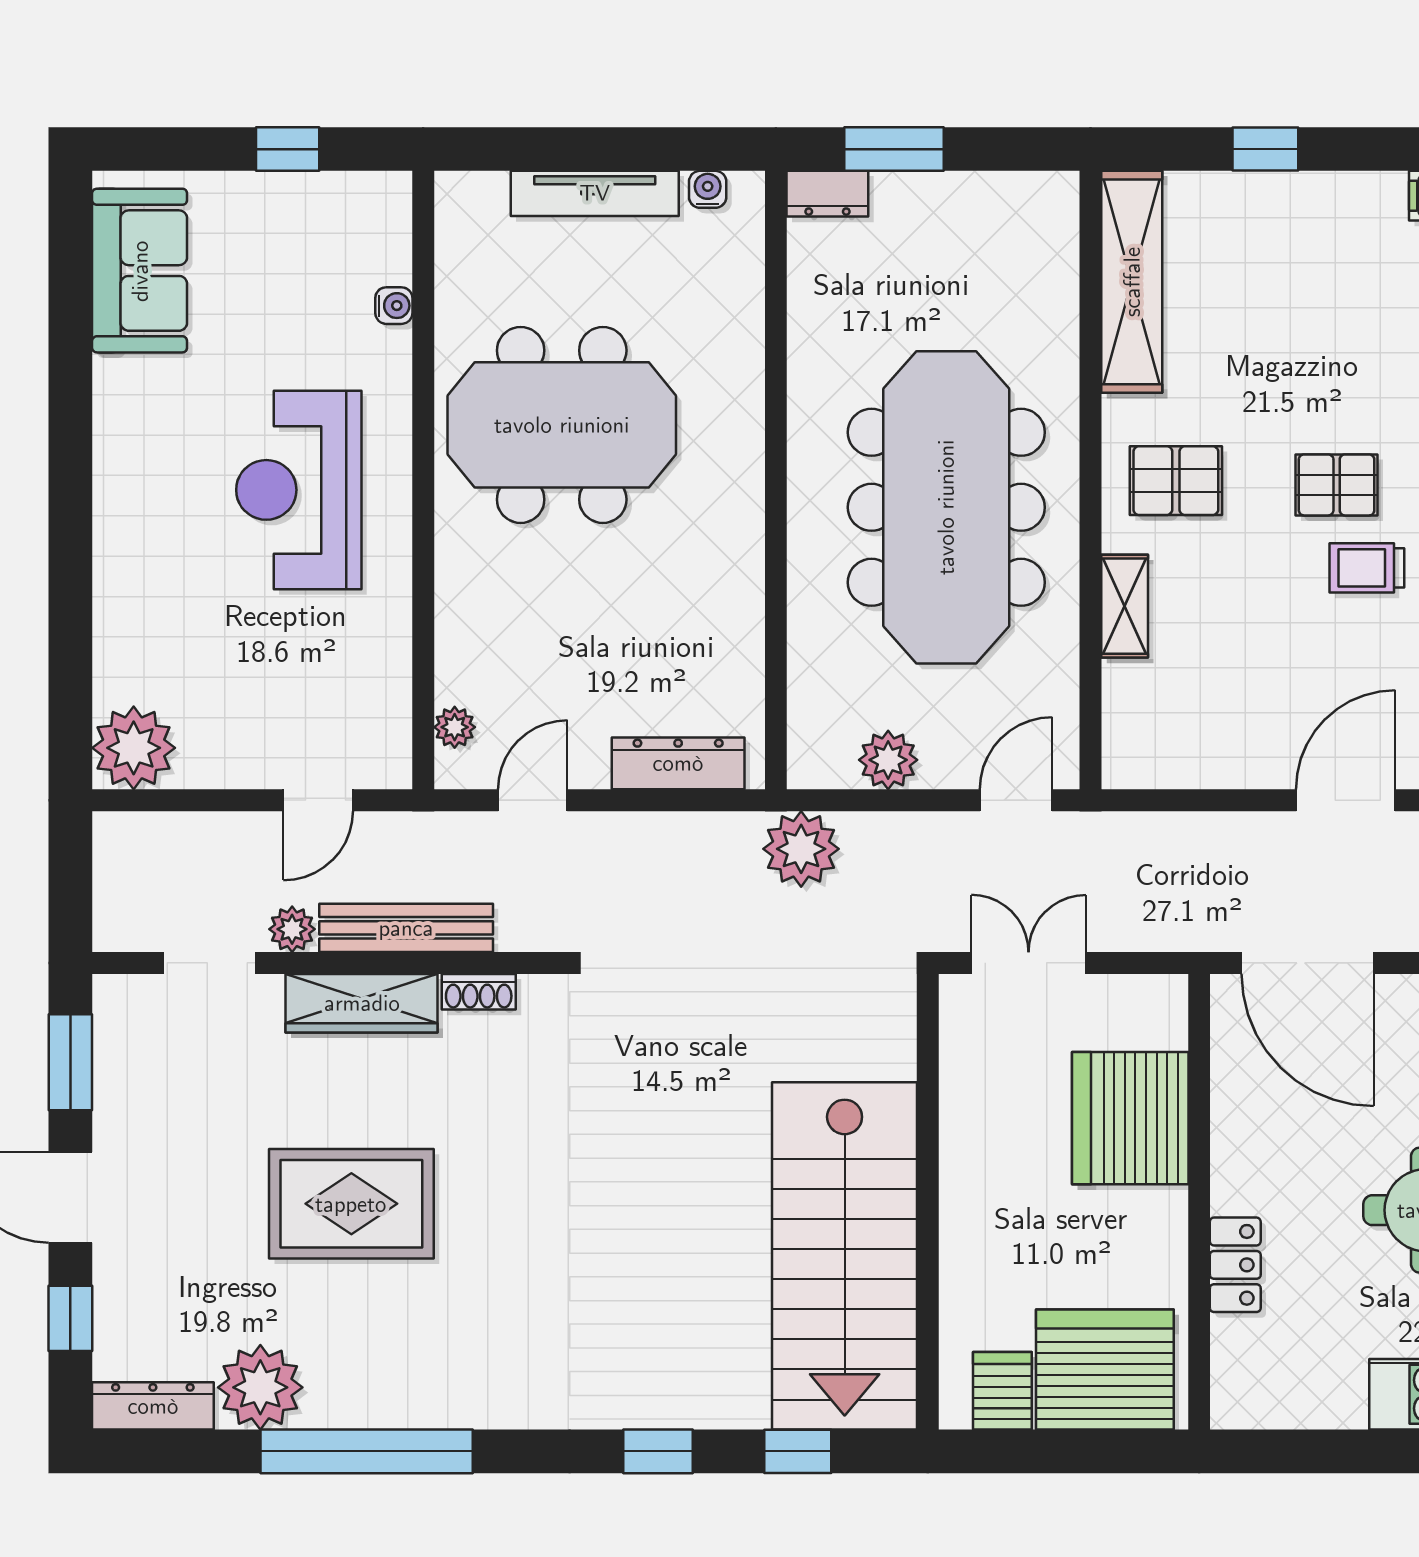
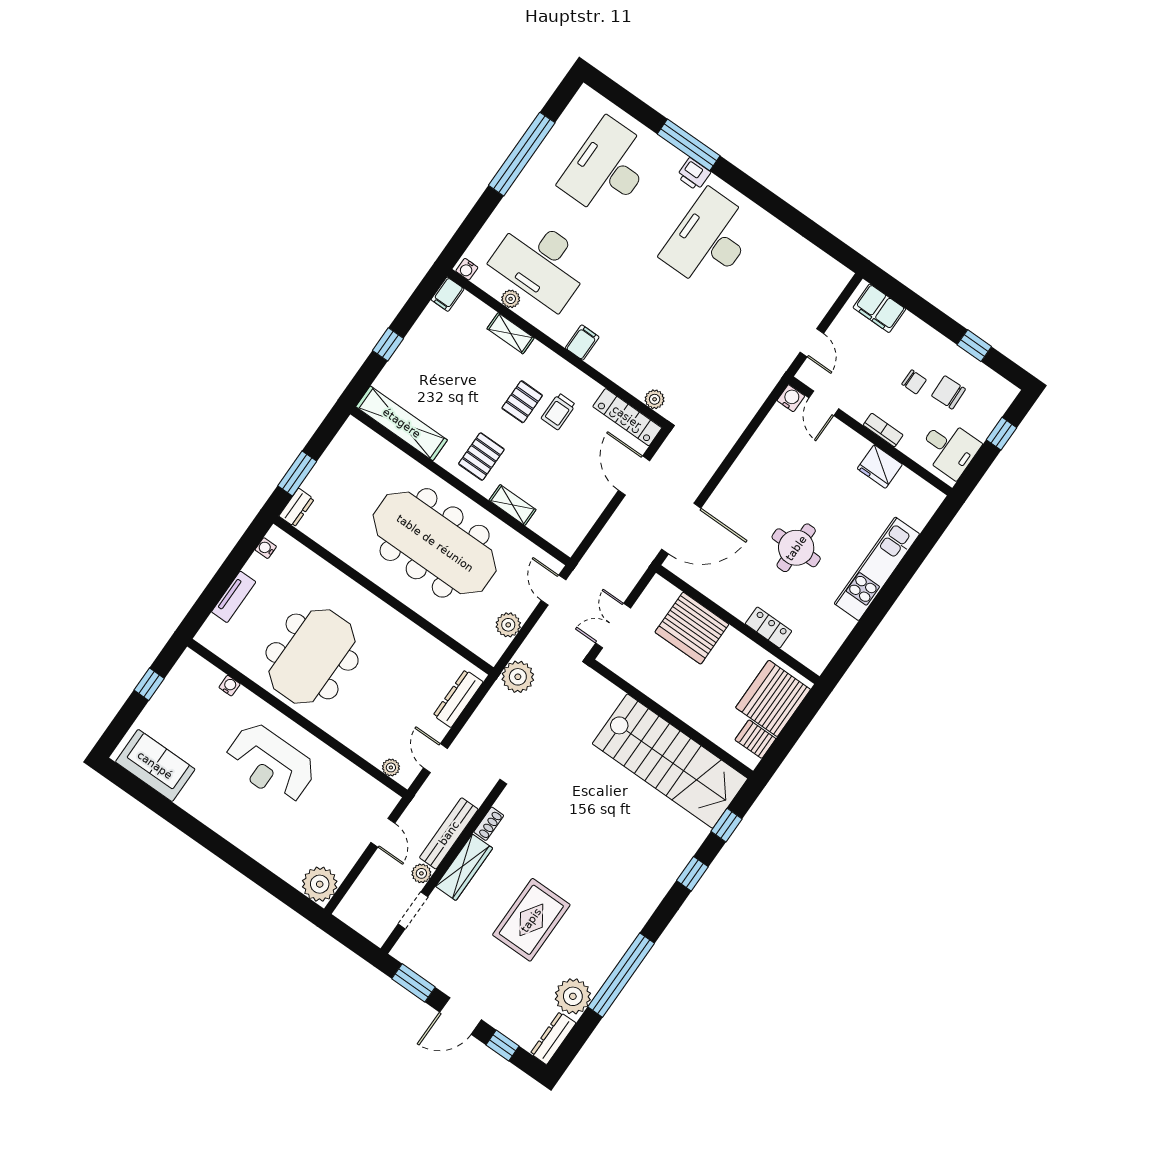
tv unit: (595, 193) -> (234, 597), width x0.71

